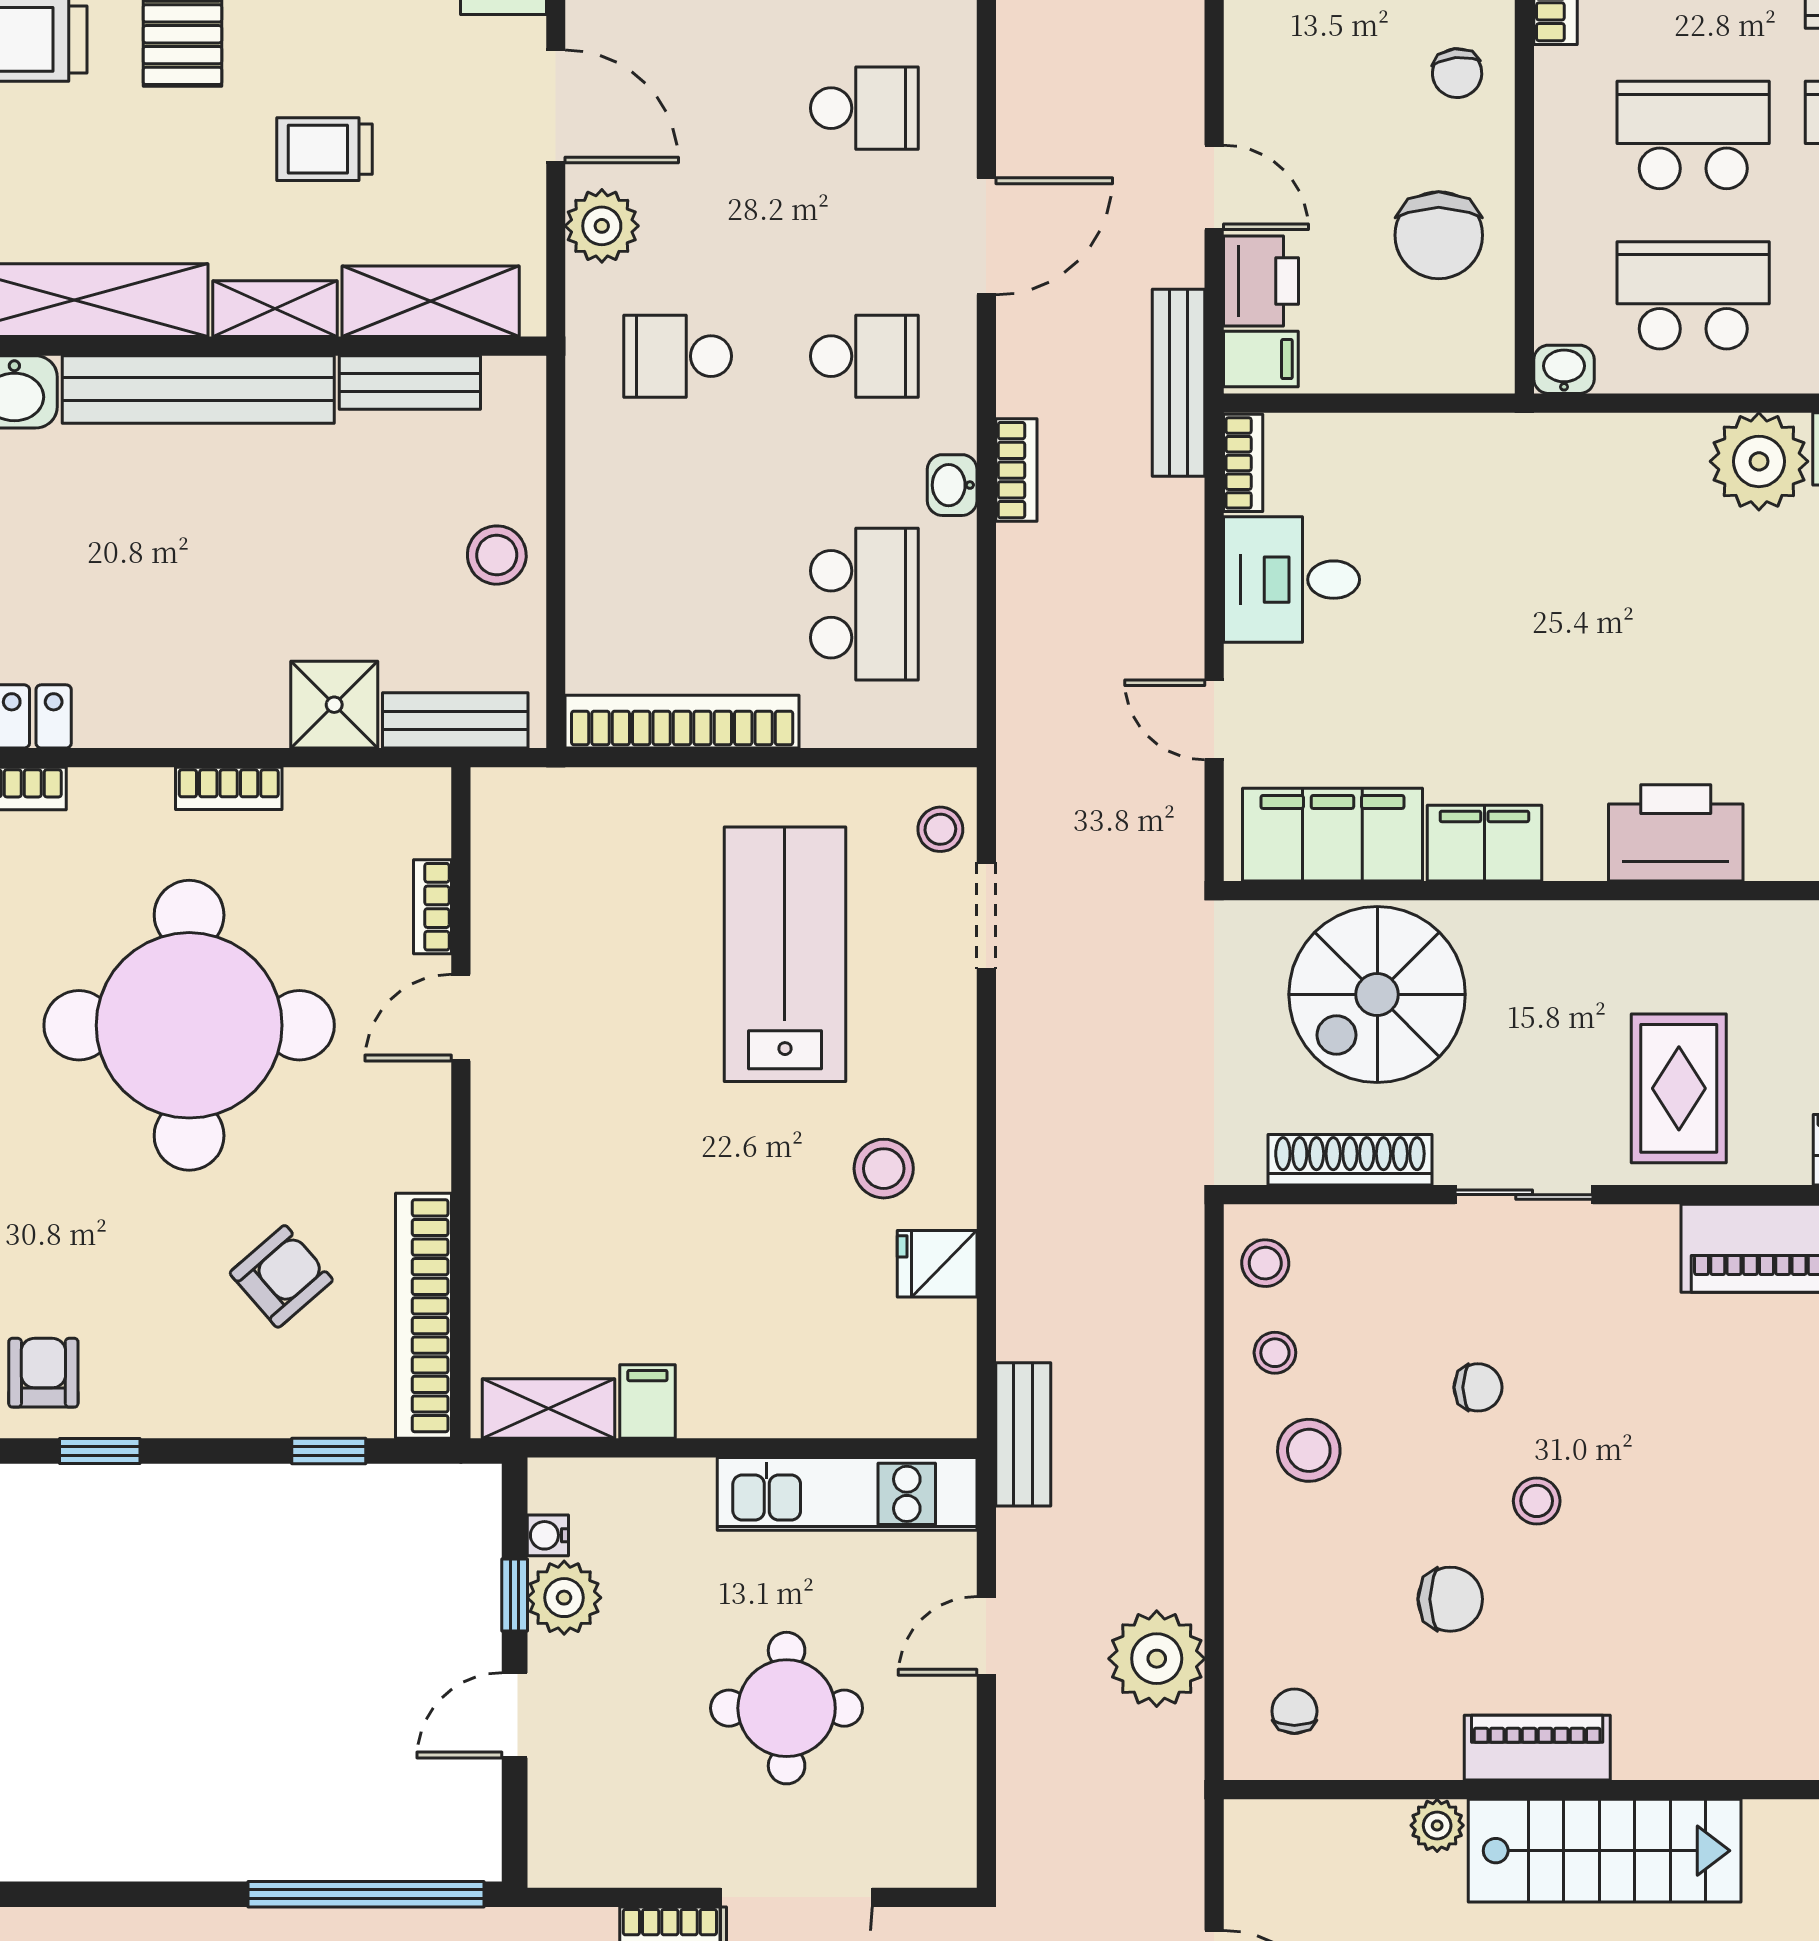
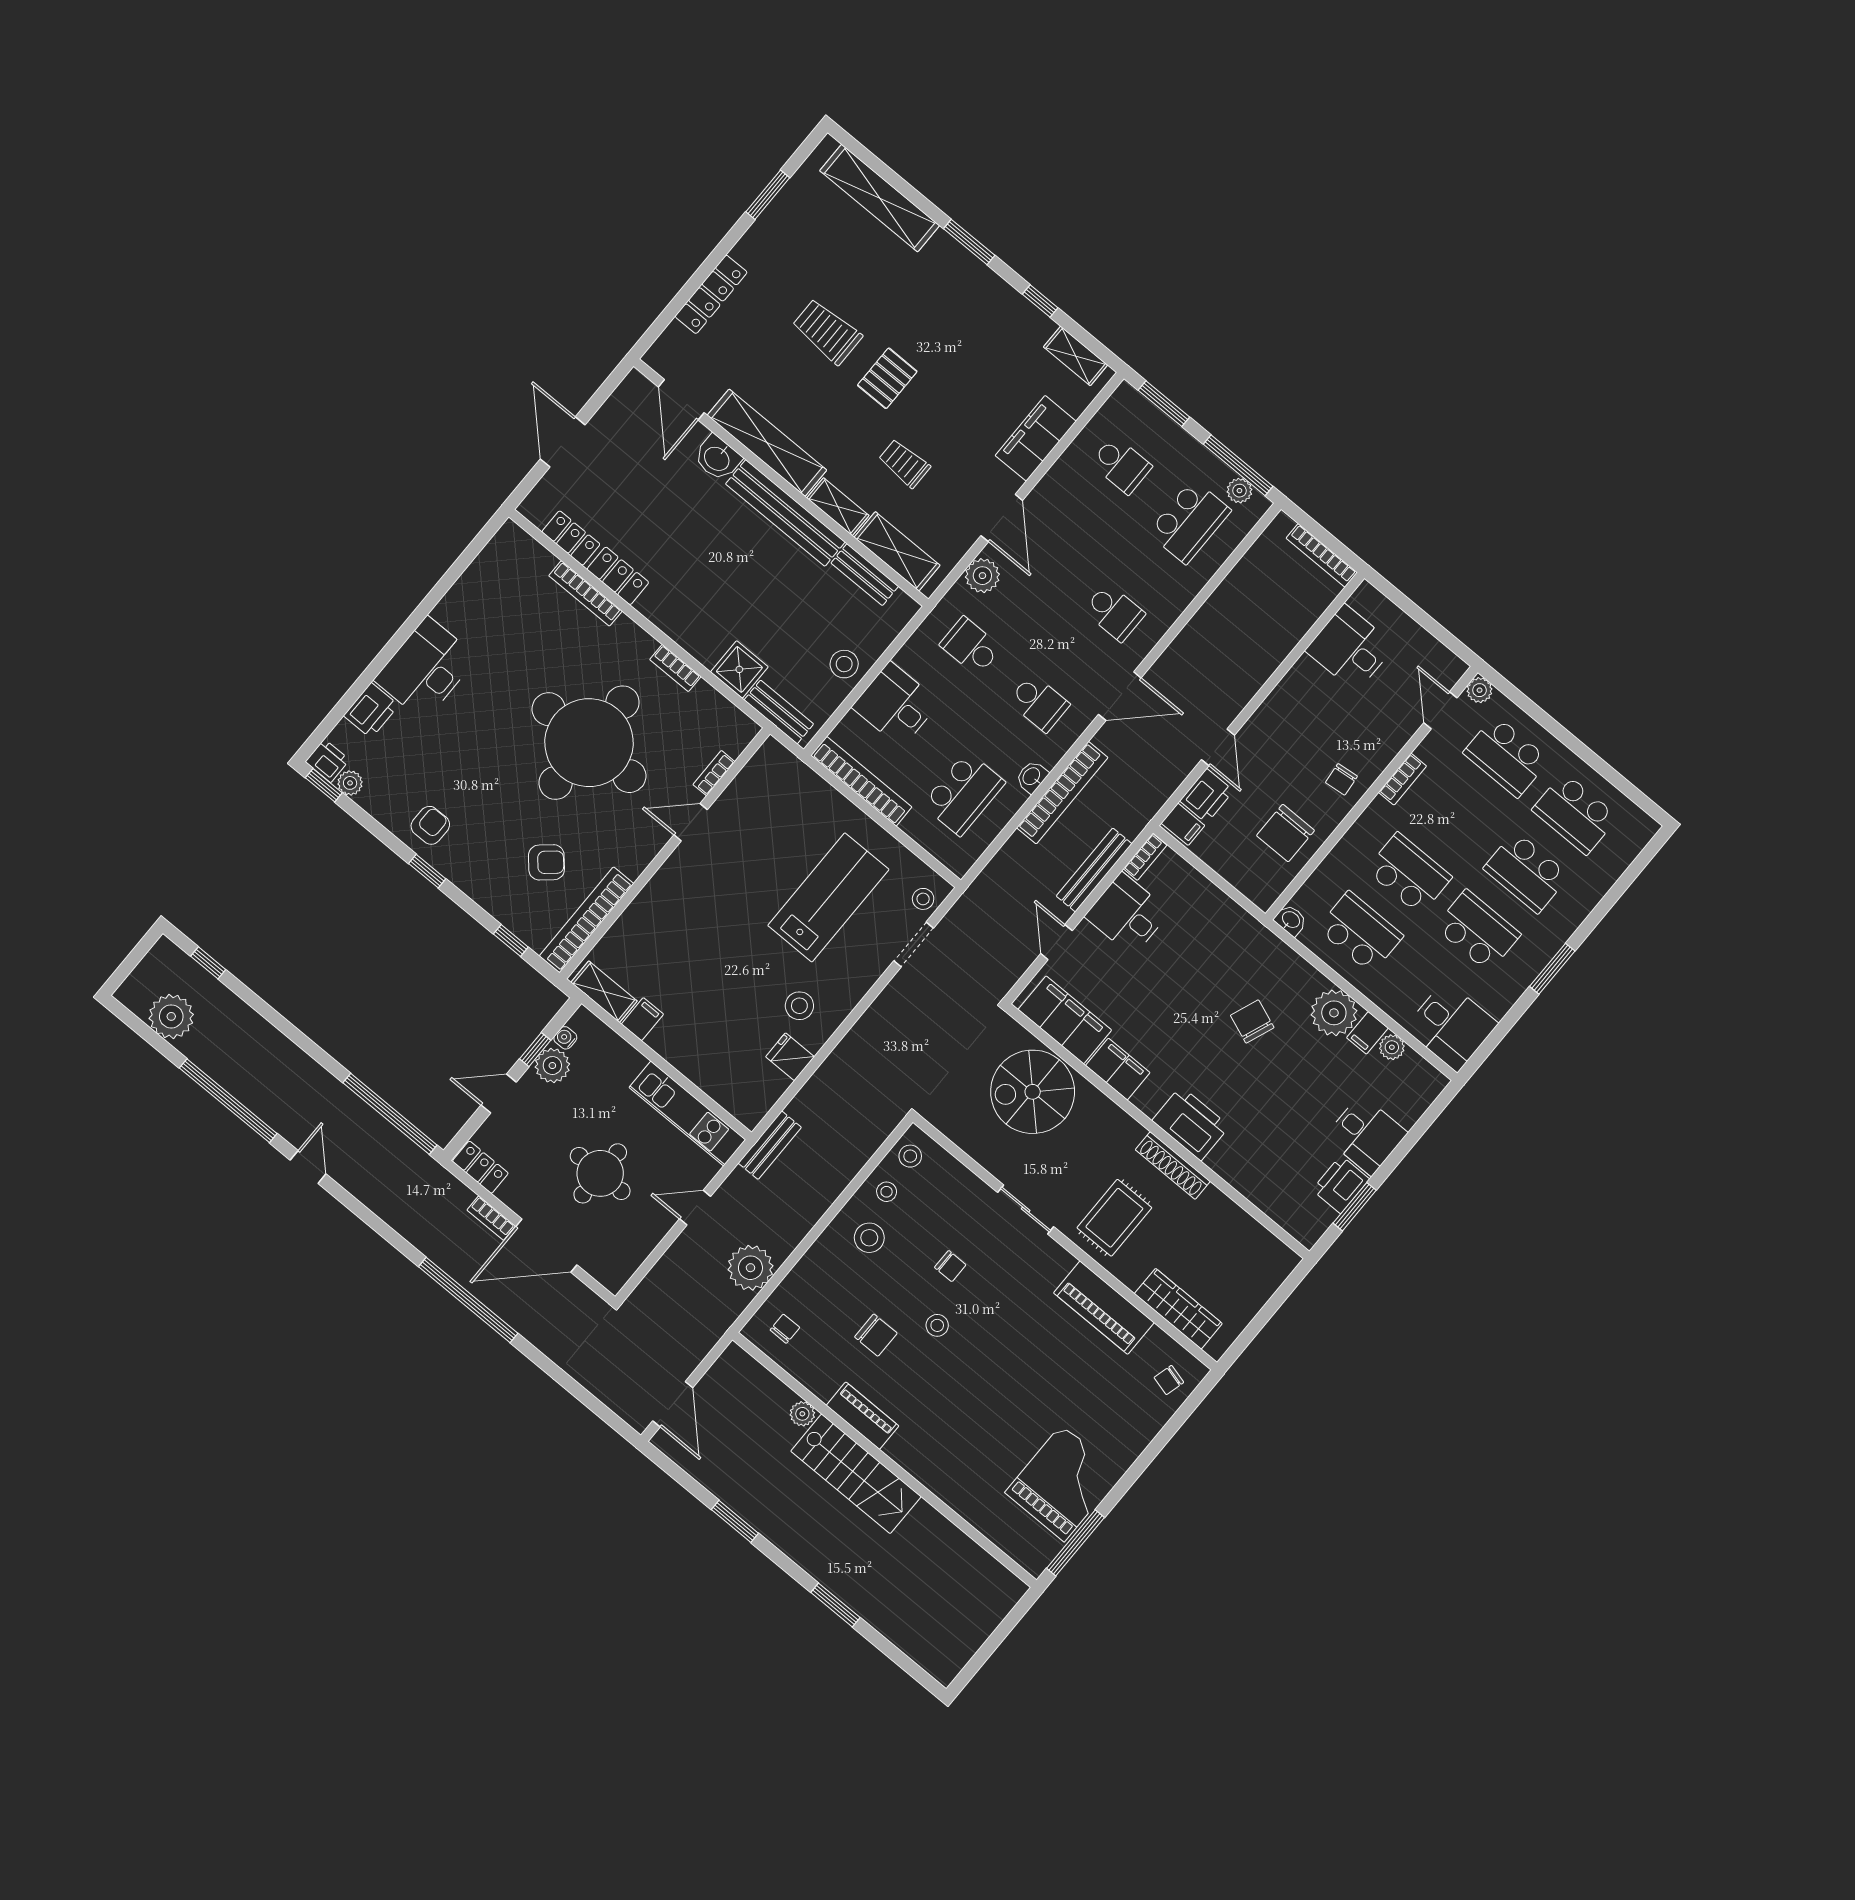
bench: (1179, 383) -> (1094, 870), moved
bookcase: (1016, 470) -> (1062, 793), width x2.31, depth x1.31
desk: (635, 552) -> (896, 705), added
chair: (1638, 585) -> (1252, 1021), added
shoe rack: (1350, 1160) -> (1173, 1166), moved, turned 180
locker: (584, 1859) -> (480, 1167), added

